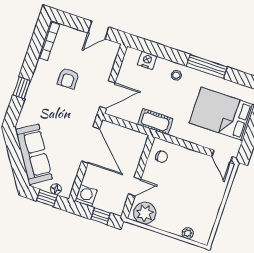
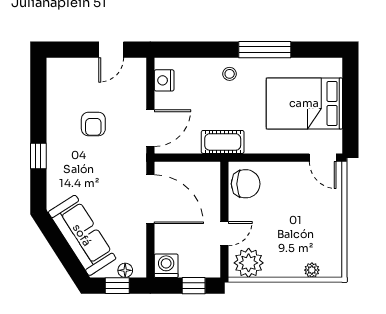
bookcase: (49, 41) -> (53, 85), removed
nightstand: (147, 60) -> (164, 80), moved, turned -90
chair: (162, 157) -> (246, 184), width x1.87, depth x1.87

